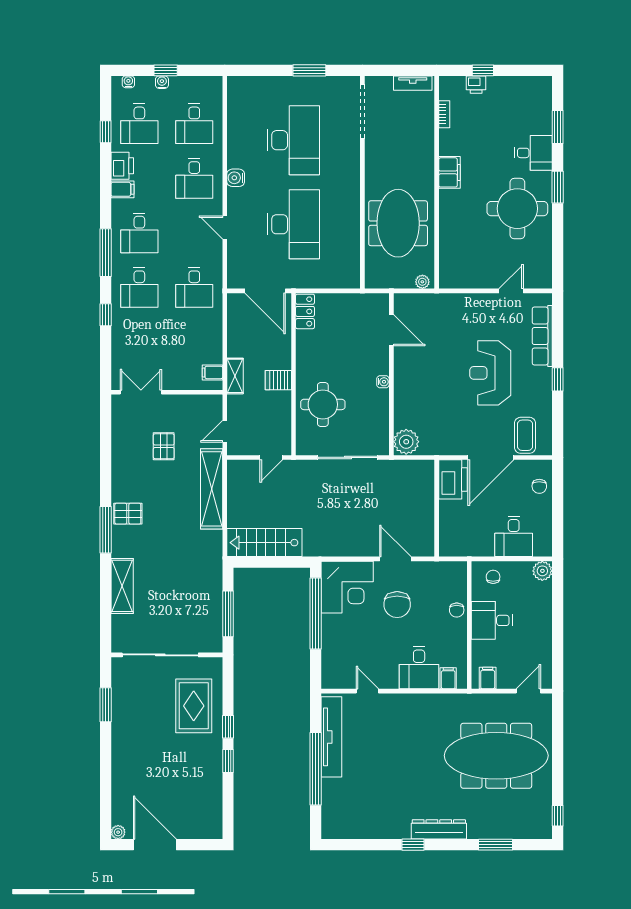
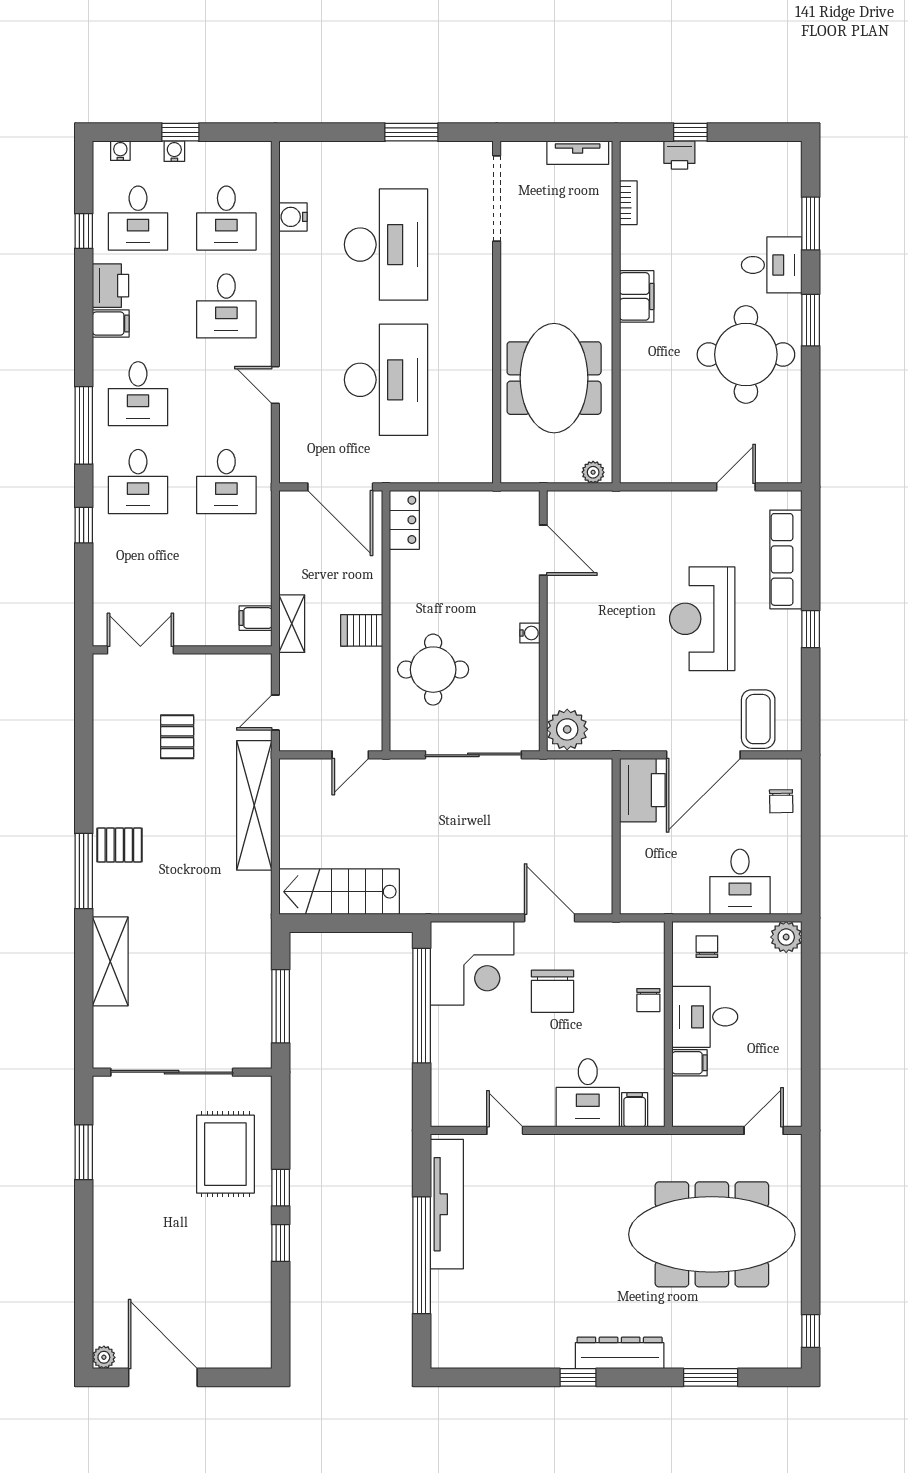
water cooler: (236, 178) -> (293, 217), moved
filing cabinet: (488, 678) -> (690, 1063), moved, turned 90

